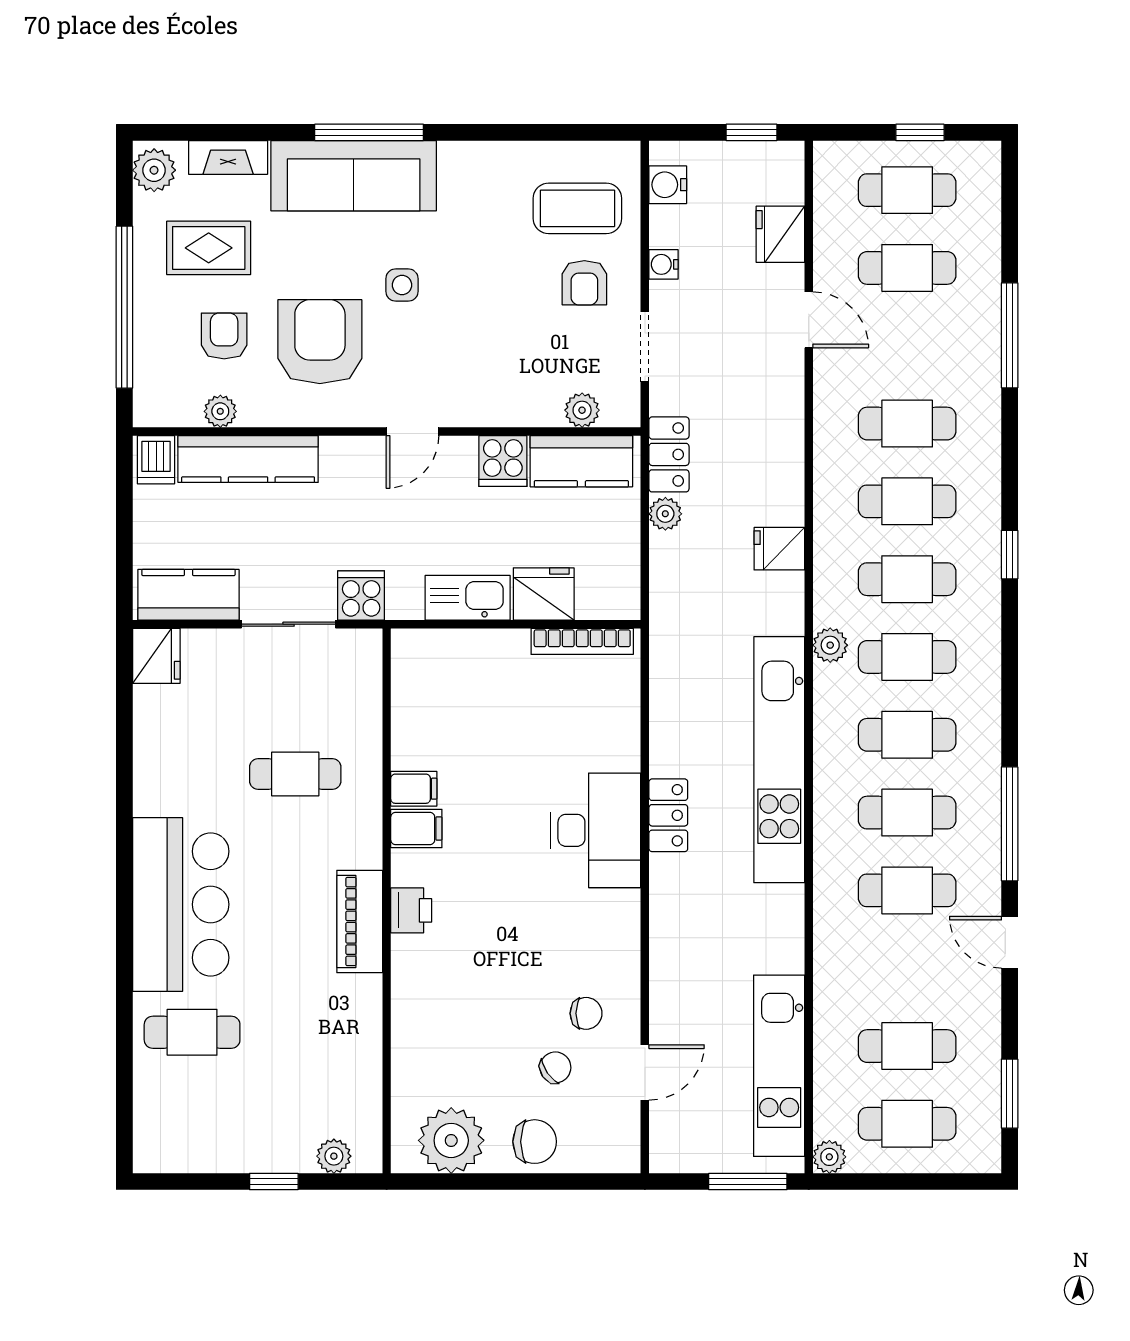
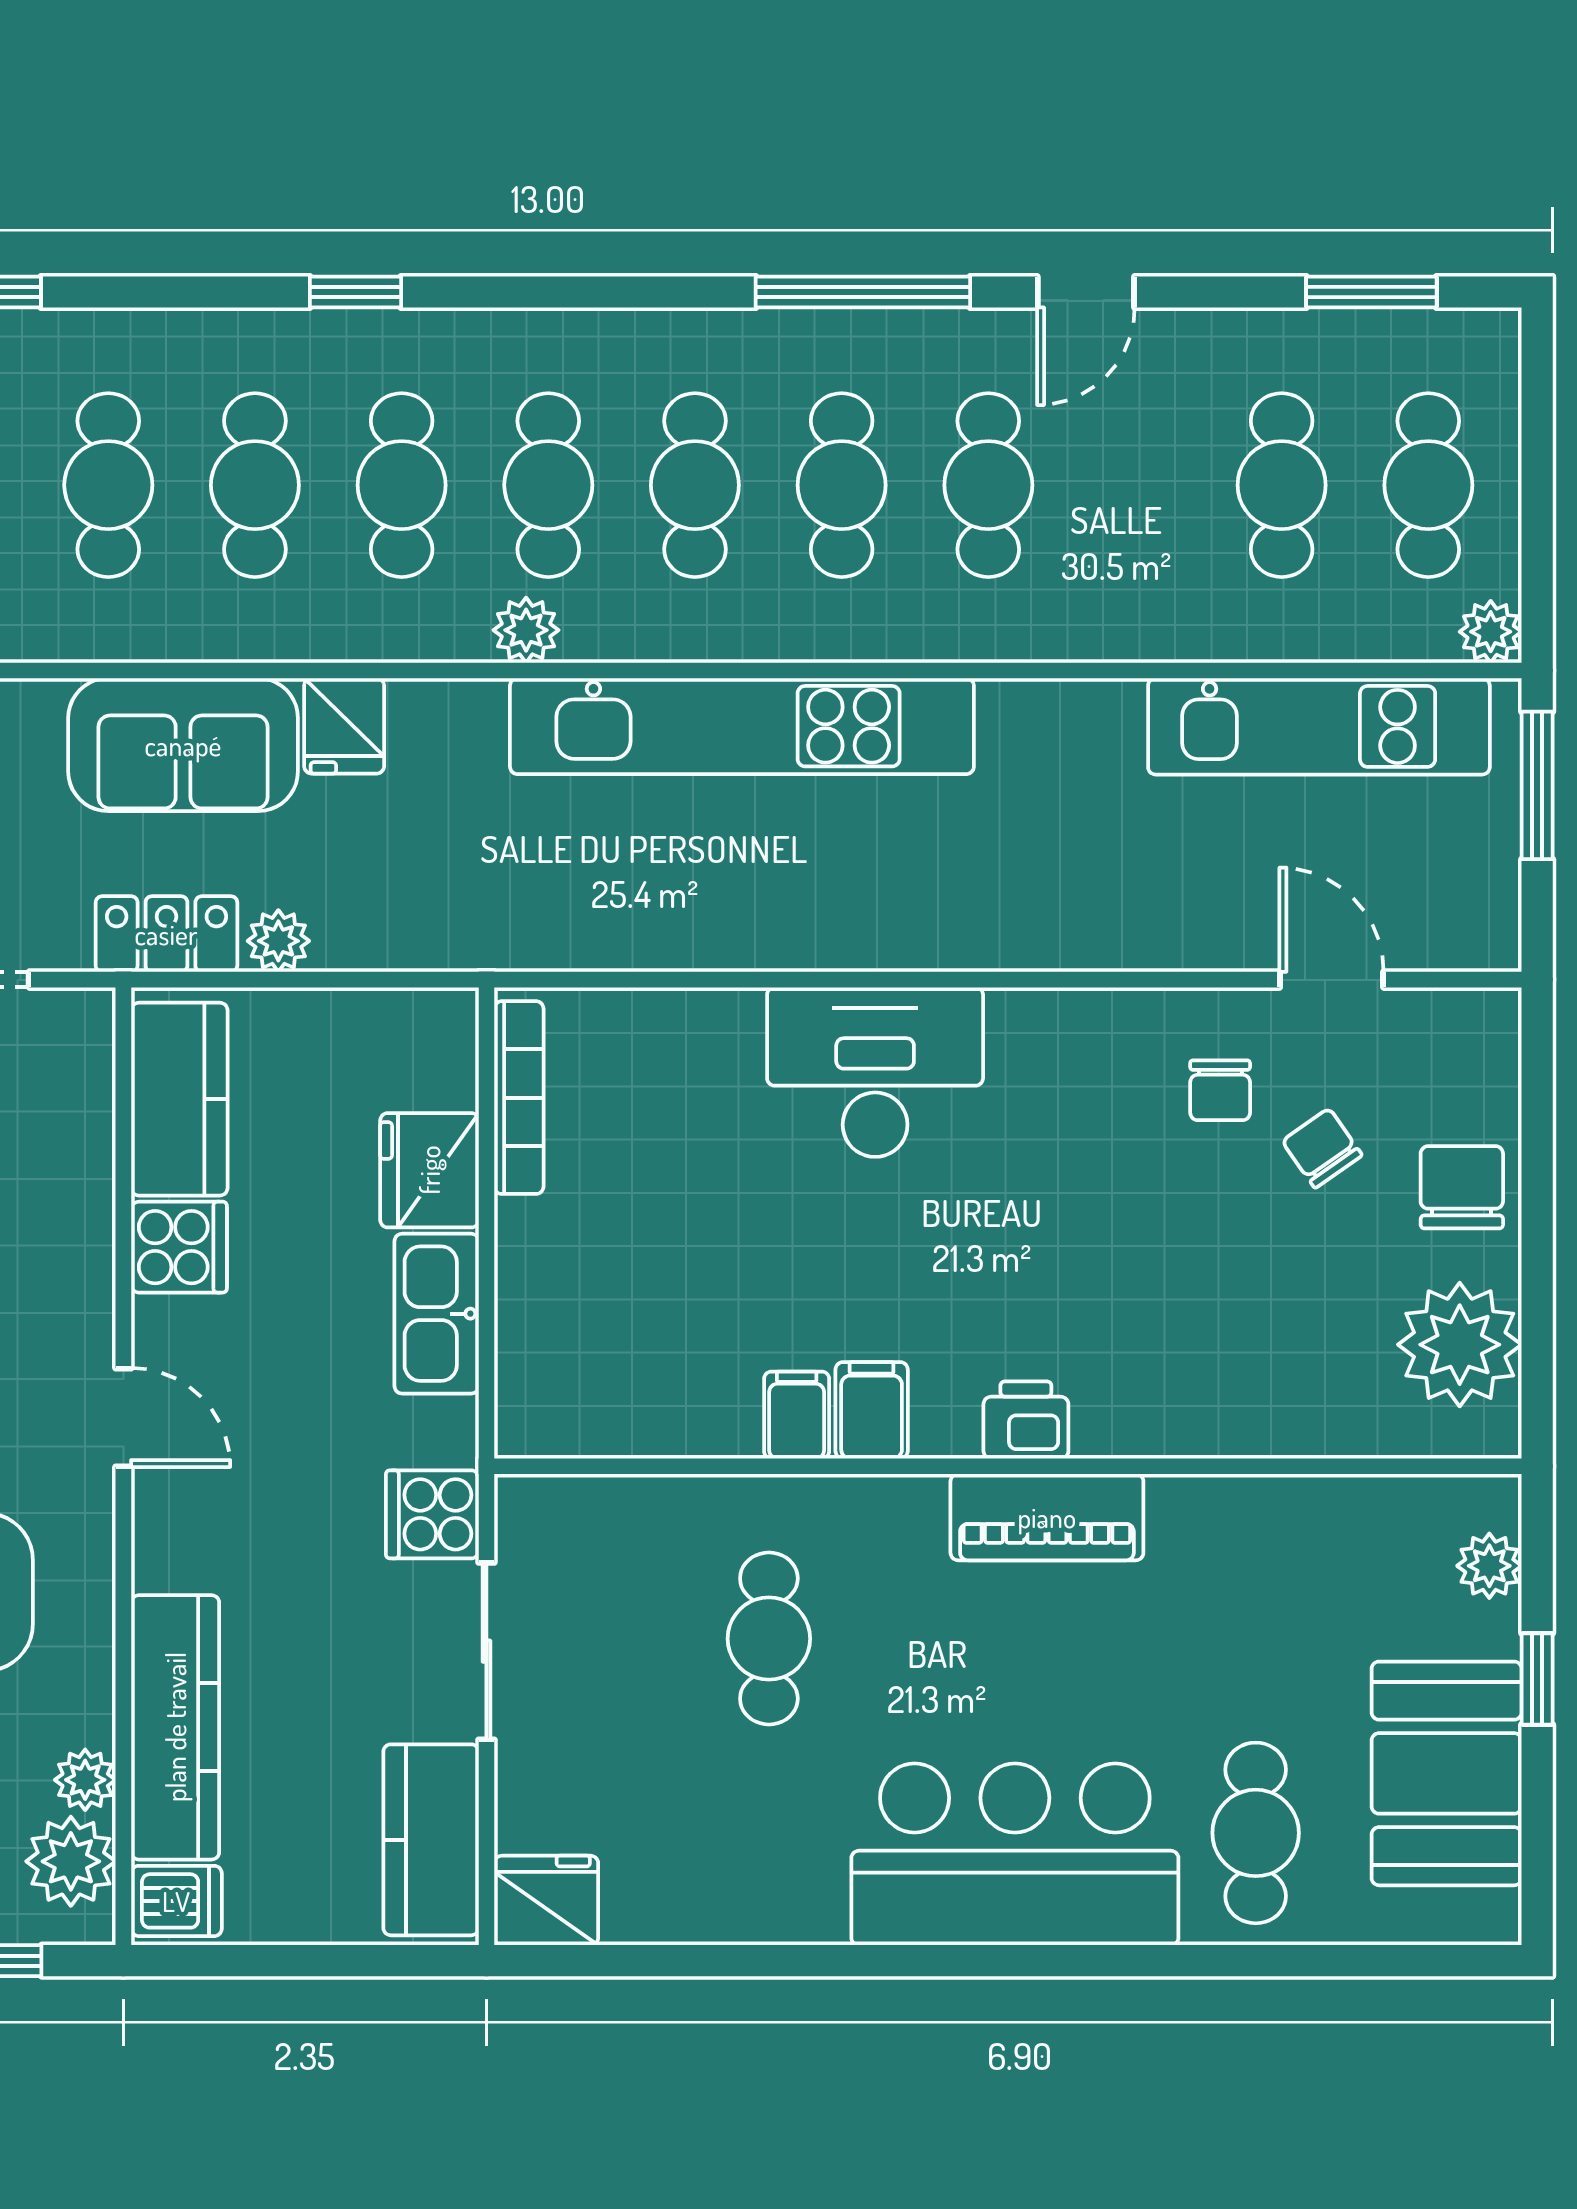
plant: (582, 410) -> (71, 1861), moved, width x1.38, depth x1.38
sofa: (769, 463) -> (183, 745), added
locker: (668, 815) -> (847, 935), removed
chair: (586, 1013) -> (1220, 1090), turned 180
booth: (224, 1134) -> (1447, 1773), added

